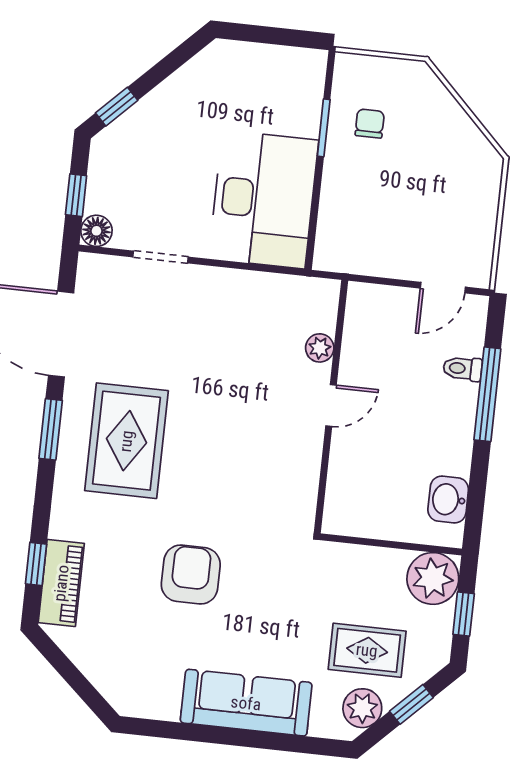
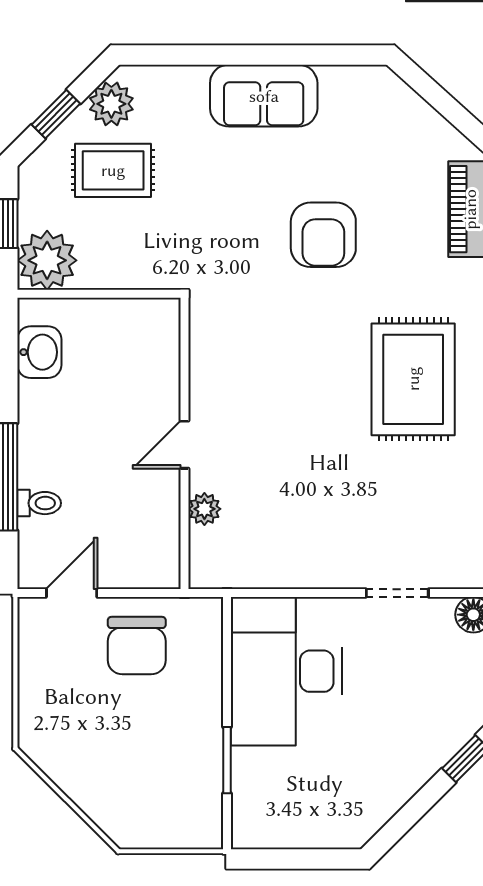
chair: (370, 123) -> (137, 646), moved, width x1.87, depth x1.87
sofa: (246, 703) -> (264, 96), width x0.73

